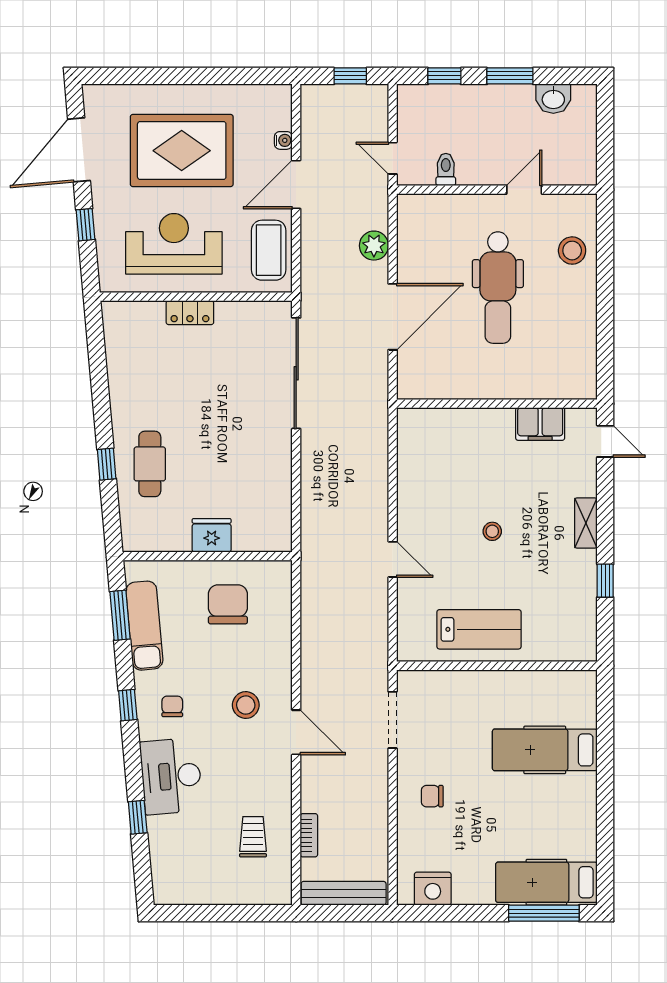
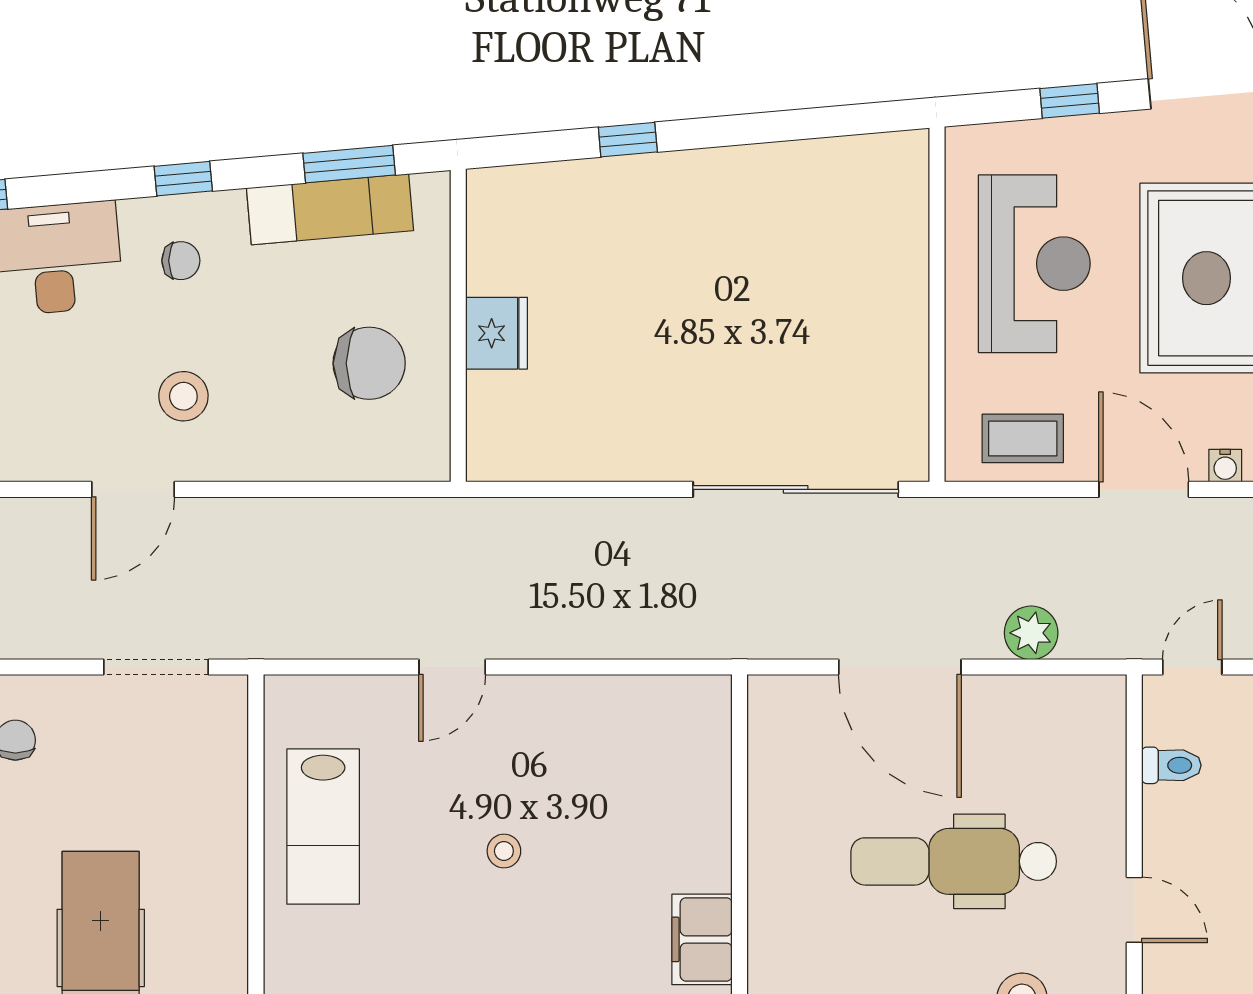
coffee table: (269, 250) -> (1023, 438), width x0.73, depth x0.77
locker: (190, 313) -> (907, 293), removed
cafe table: (150, 464) -> (628, 219), removed

